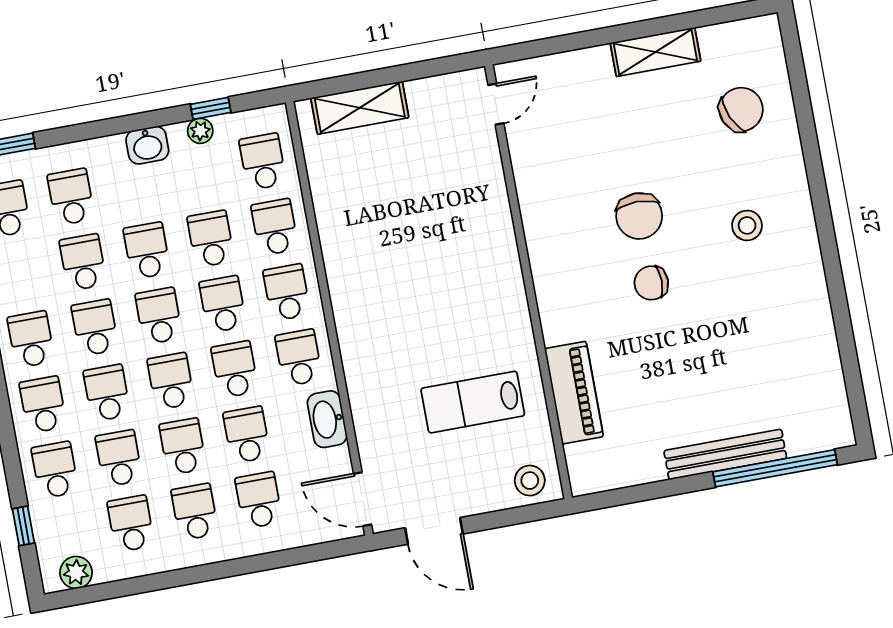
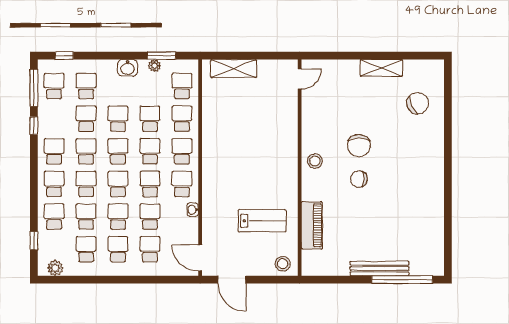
window: (211, 108) -> (161, 56), width x1.50
stool: (747, 225) -> (315, 161), moved
lab bench: (473, 402) -> (262, 221), turned 180
washbasin: (327, 419) -> (193, 210), width x0.52, depth x0.69

